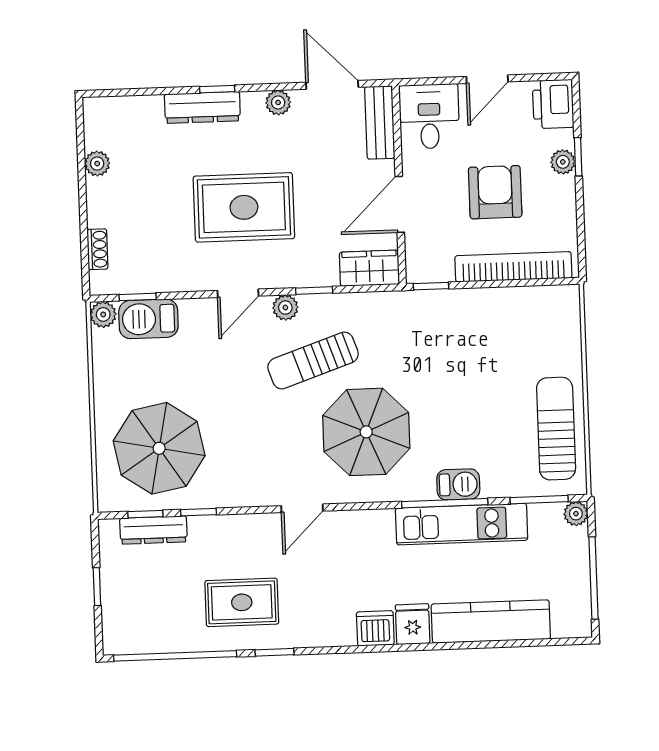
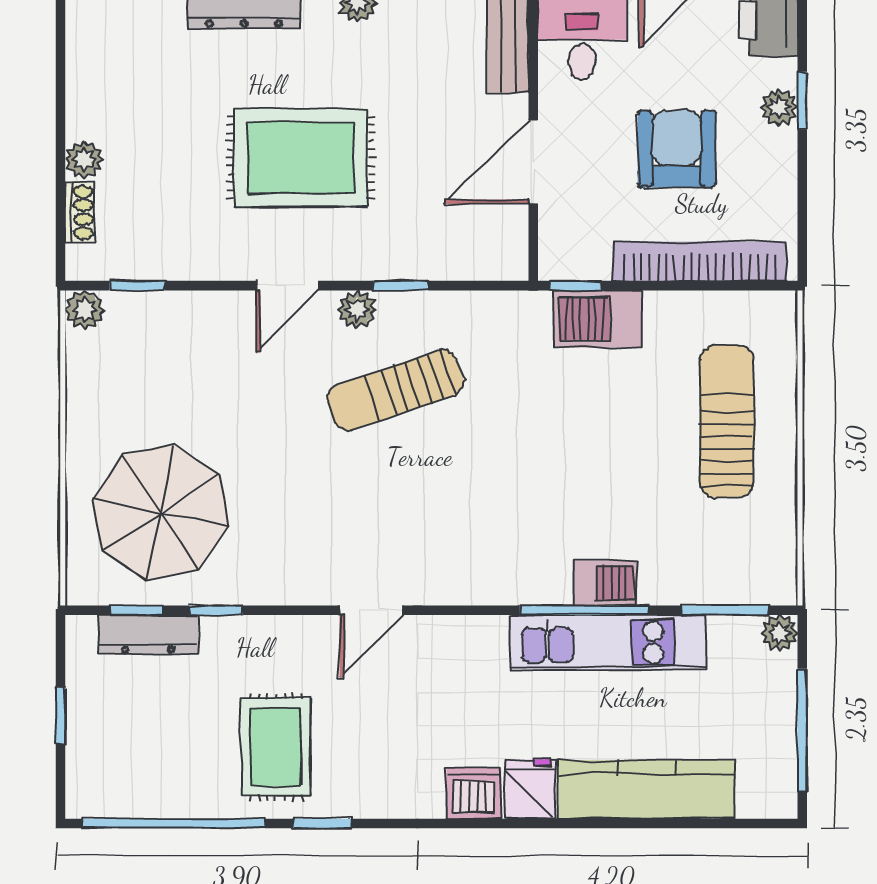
plant: (97, 164) -> (84, 159), moved
wardrobe: (369, 268) -> (485, 255), removed
barbecue: (148, 319) -> (598, 319), moved
sun lounger: (556, 429) -> (727, 421), moved
parasol: (366, 432) -> (471, 500), removed
rug: (242, 602) -> (276, 747), turned 90

